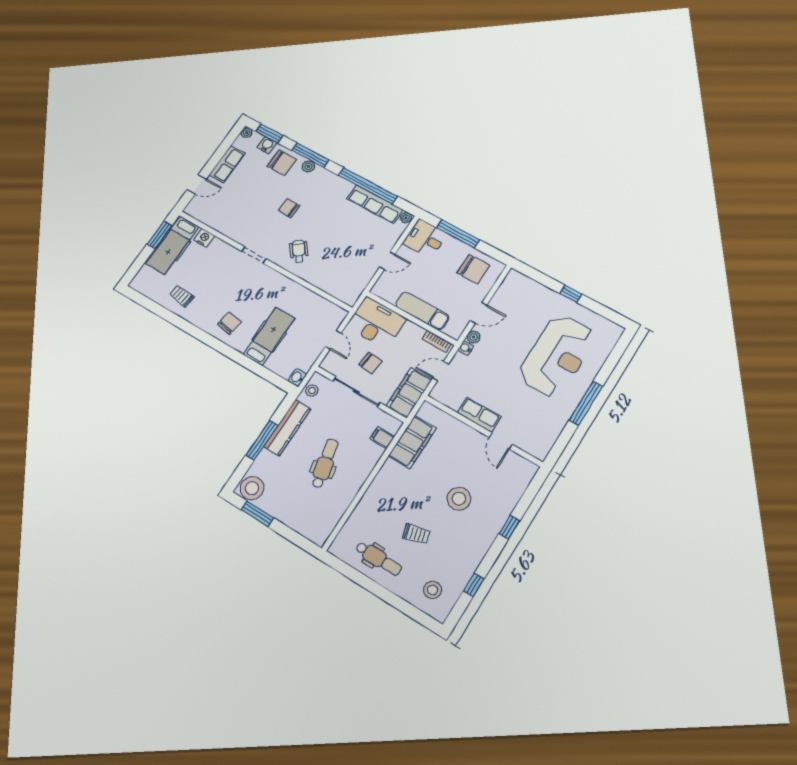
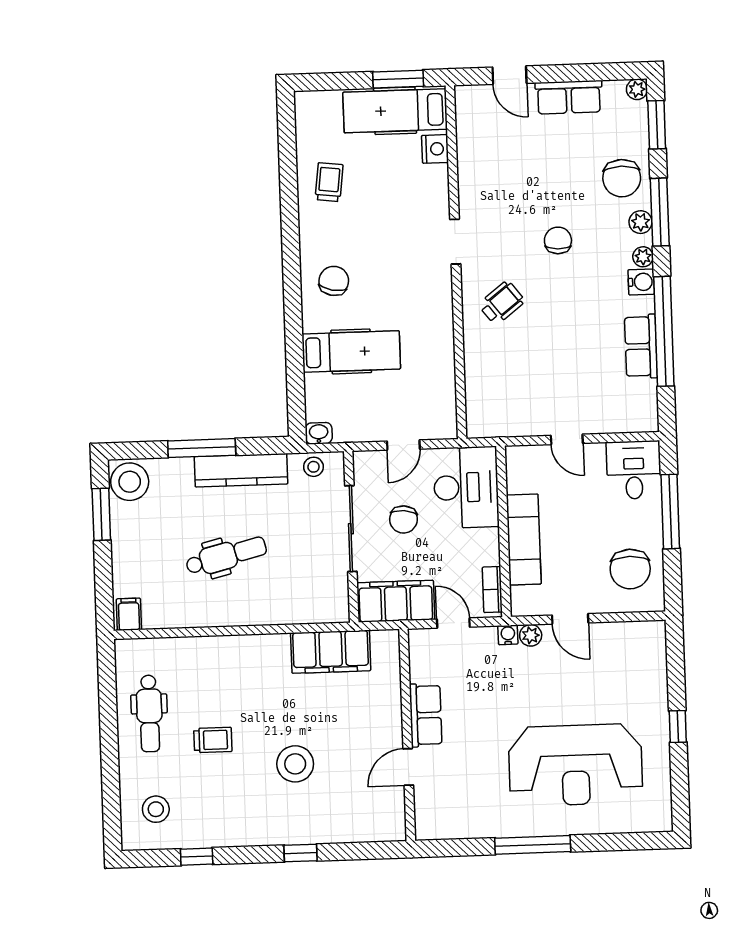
water cooler: (267, 145) -> (641, 282), moved
row of seats: (375, 204) -> (641, 346), width x0.68
plant: (406, 218) -> (643, 257), moved
chair: (229, 323) -> (334, 281), turned -87
filing cabinet: (382, 438) -> (129, 614), moved
trolley: (416, 534) -> (213, 740), turned -74

